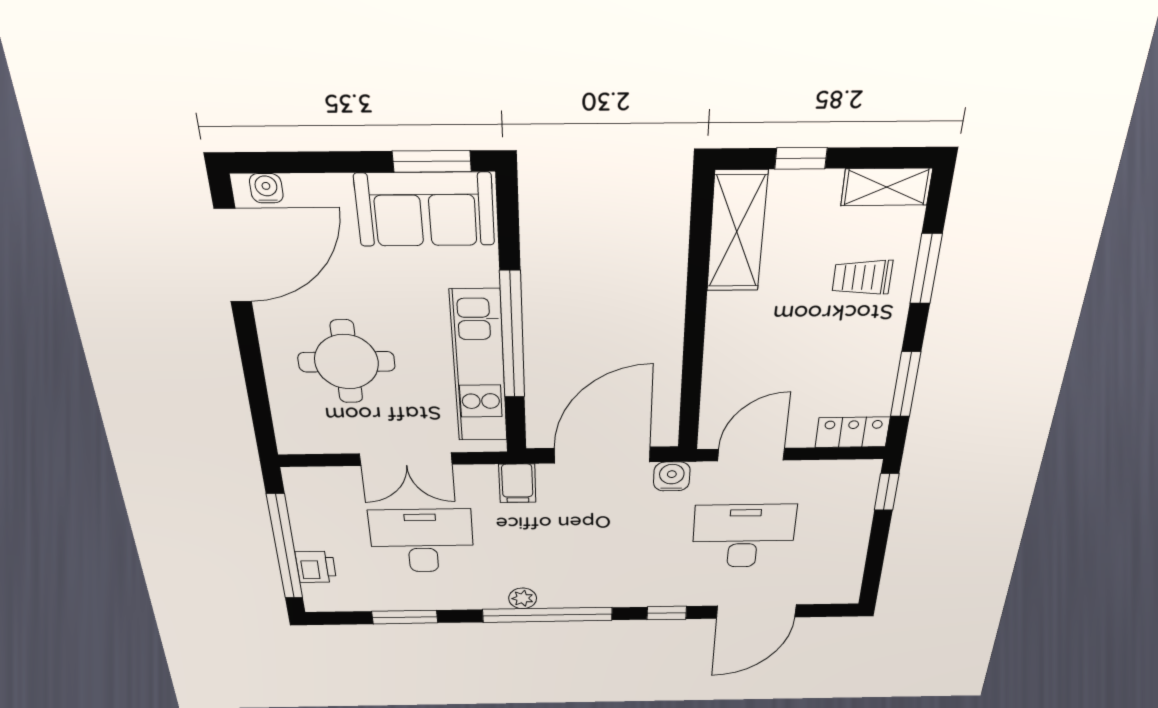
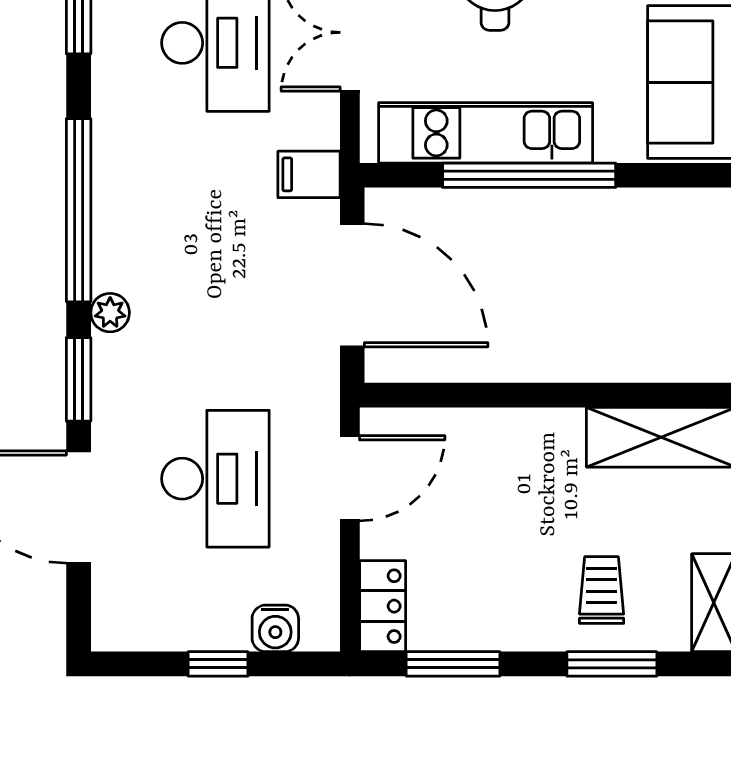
door: (751, 455) -> (350, 478), hinge flipped
water cooler: (672, 476) -> (275, 628), moved, turned 90
window: (887, 492) -> (218, 664), moved
plant: (523, 598) -> (110, 313), moved
window: (667, 613) -> (79, 379), width x1.50

